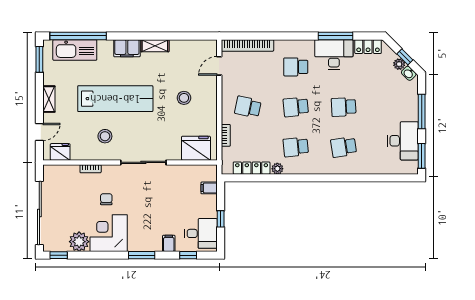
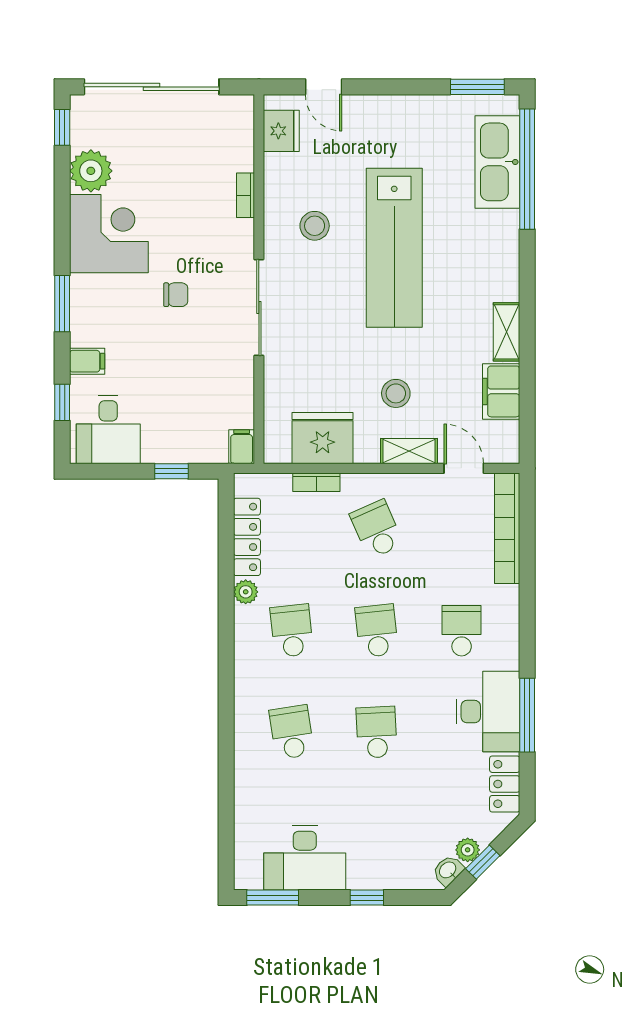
filing cabinet: (127, 48) -> (501, 391), moved
shelving: (49, 99) -> (409, 451), moved
school desk: (248, 107) -> (377, 529), turned -36
window: (422, 112) -> (367, 898), width x0.46
fridge: (196, 148) -> (323, 438), moved, turned -90
filing cabinet: (209, 188) -> (242, 447), moved
chair: (106, 199) -> (176, 295), moved
window: (221, 219) -> (171, 471), moved

